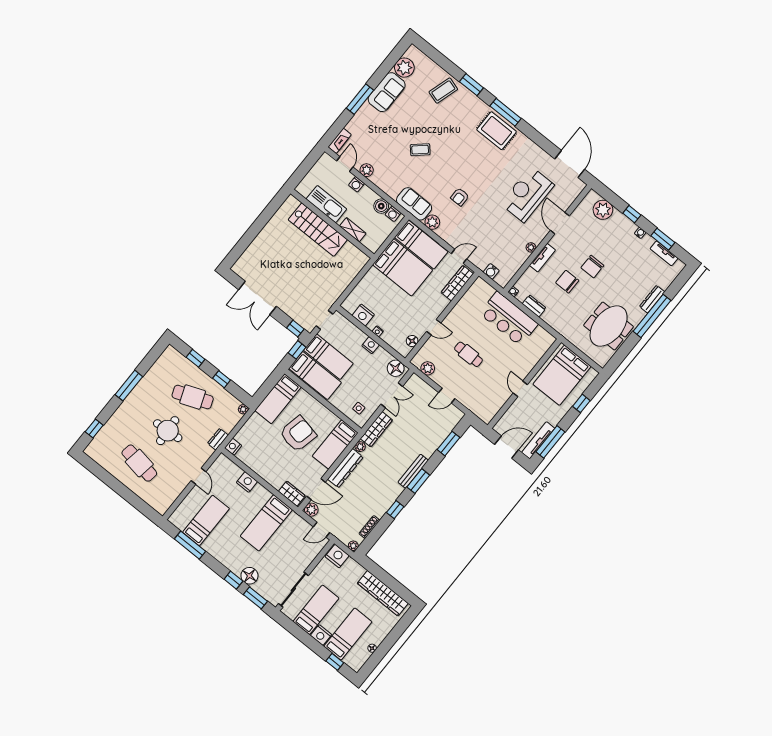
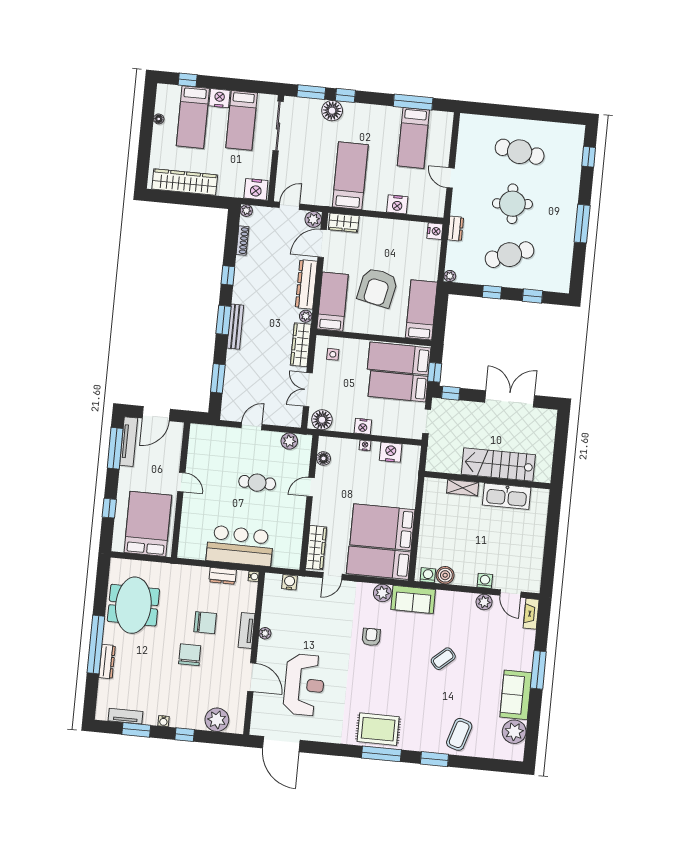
kitchen sink: (326, 204) -> (507, 496), moved
wall: (332, 224) -> (487, 480), moved
stairs: (318, 230) -> (498, 464), moved
shelving: (353, 230) -> (463, 488), moved

